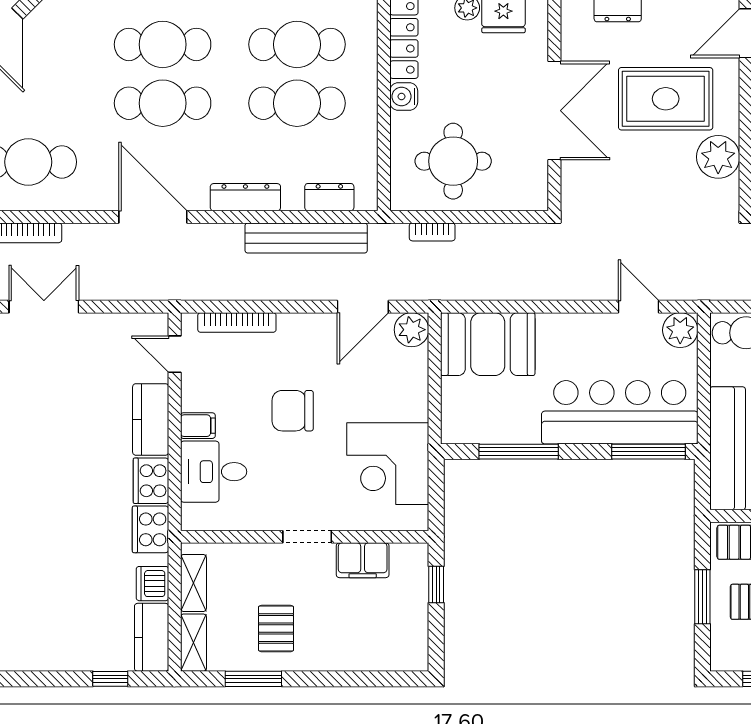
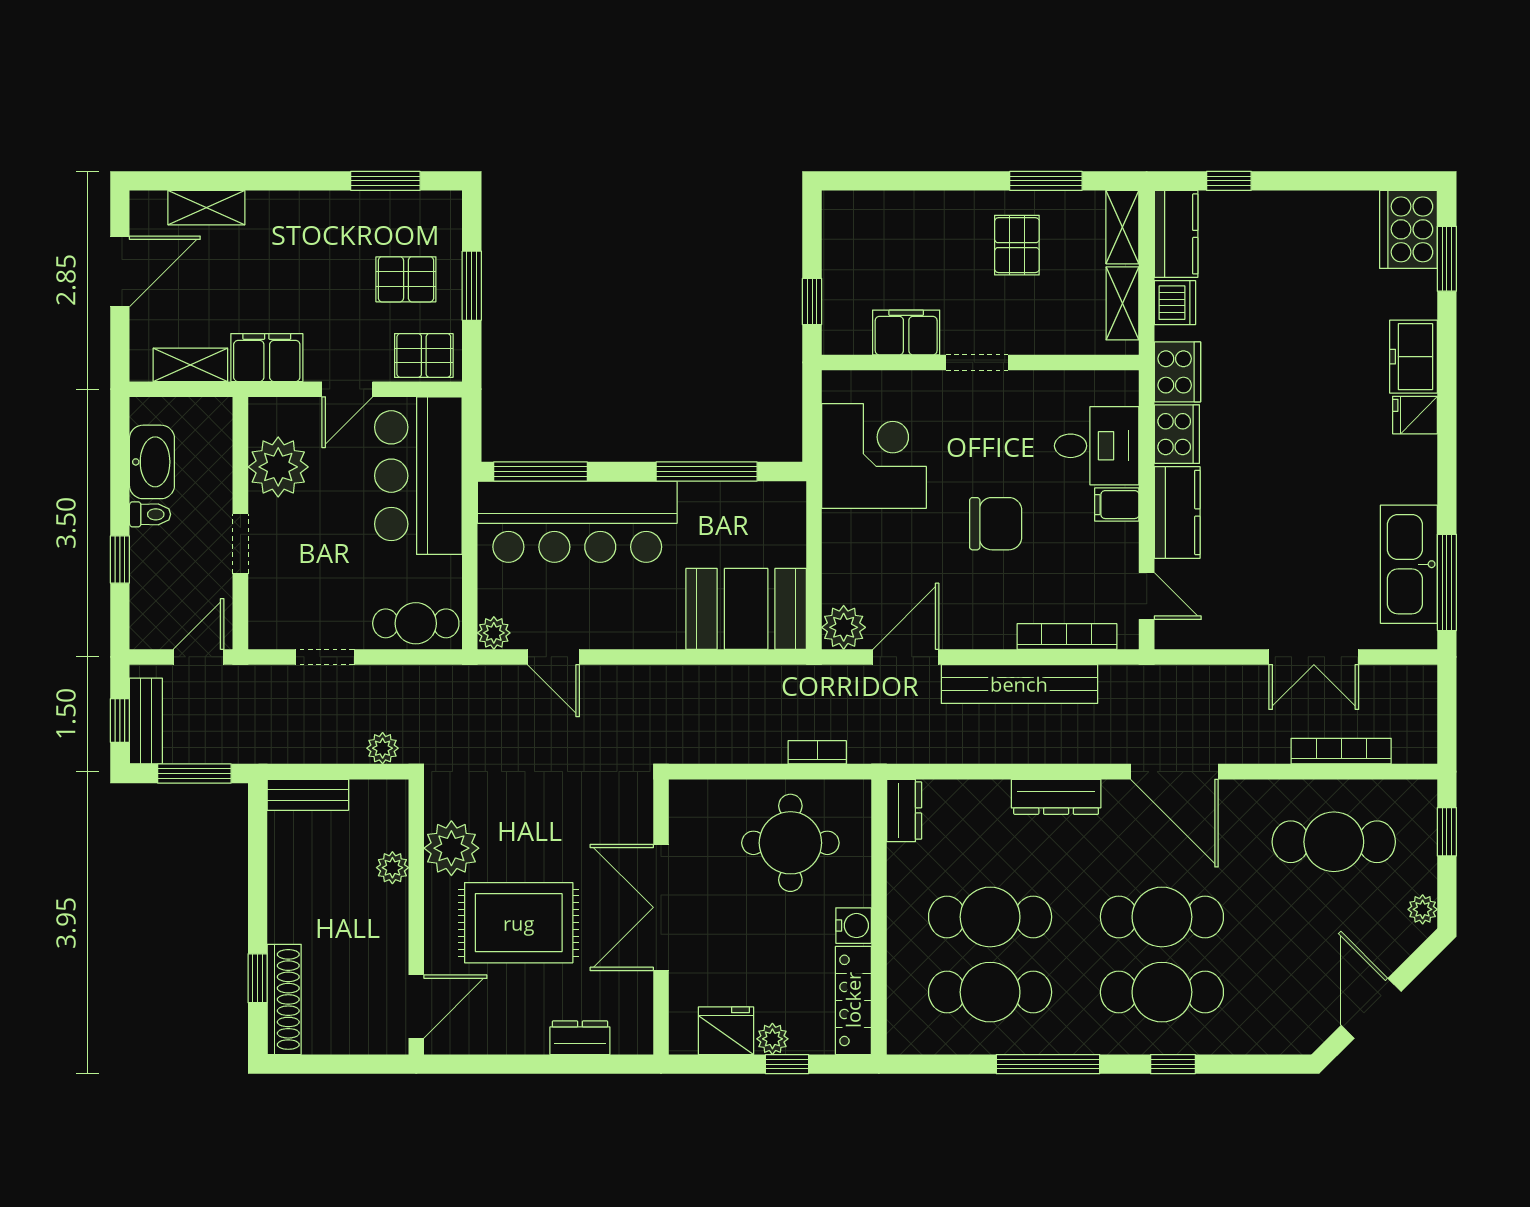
dresser: (329, 197) -> (904, 810), moved, turned -90
bench: (306, 238) -> (1019, 684), moved
plant: (680, 330) -> (494, 633), width x0.73, depth x0.73

